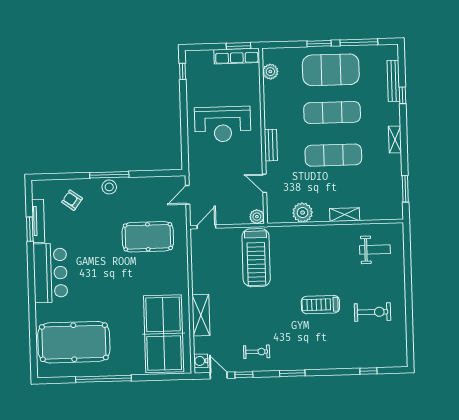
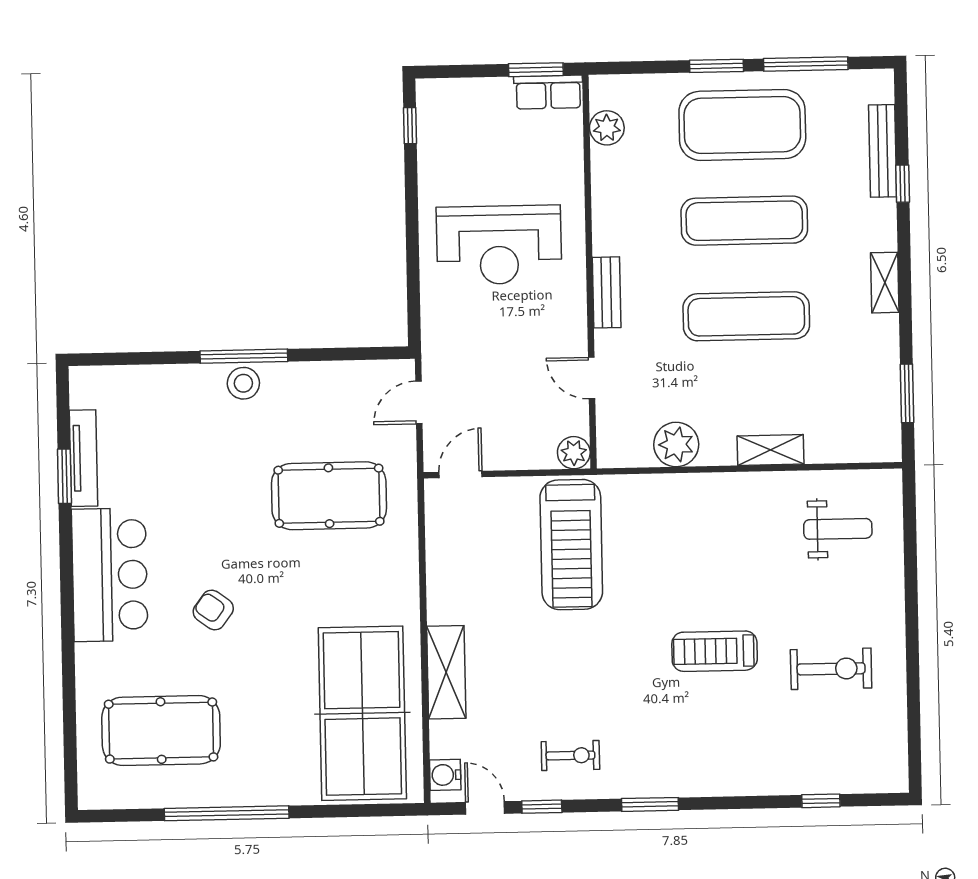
row of seats: (237, 56) -> (548, 92), width x0.68
armchair: (72, 200) -> (213, 610), moved
pool table: (74, 342) -> (161, 731), width x0.73, depth x0.76

